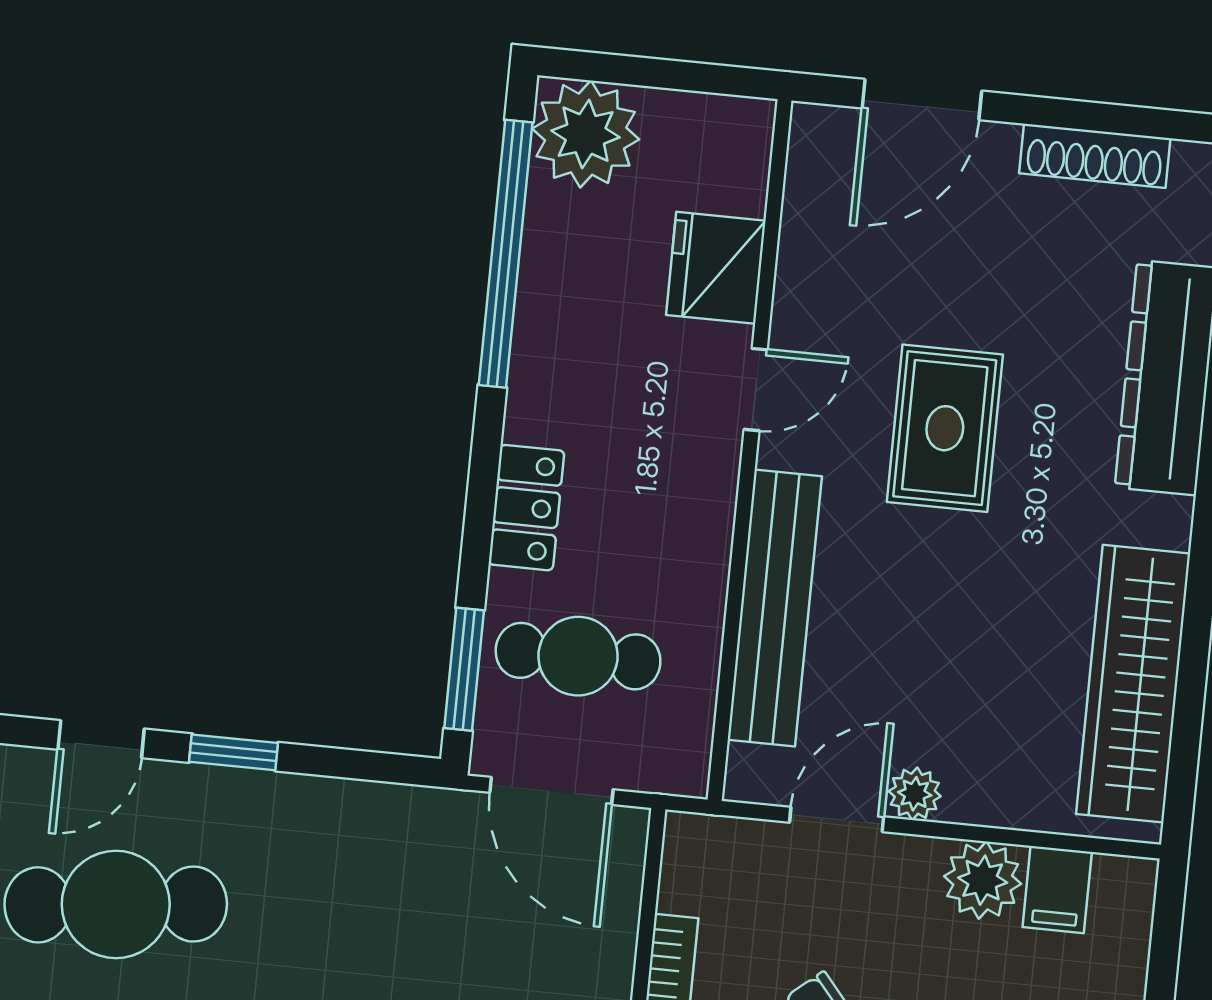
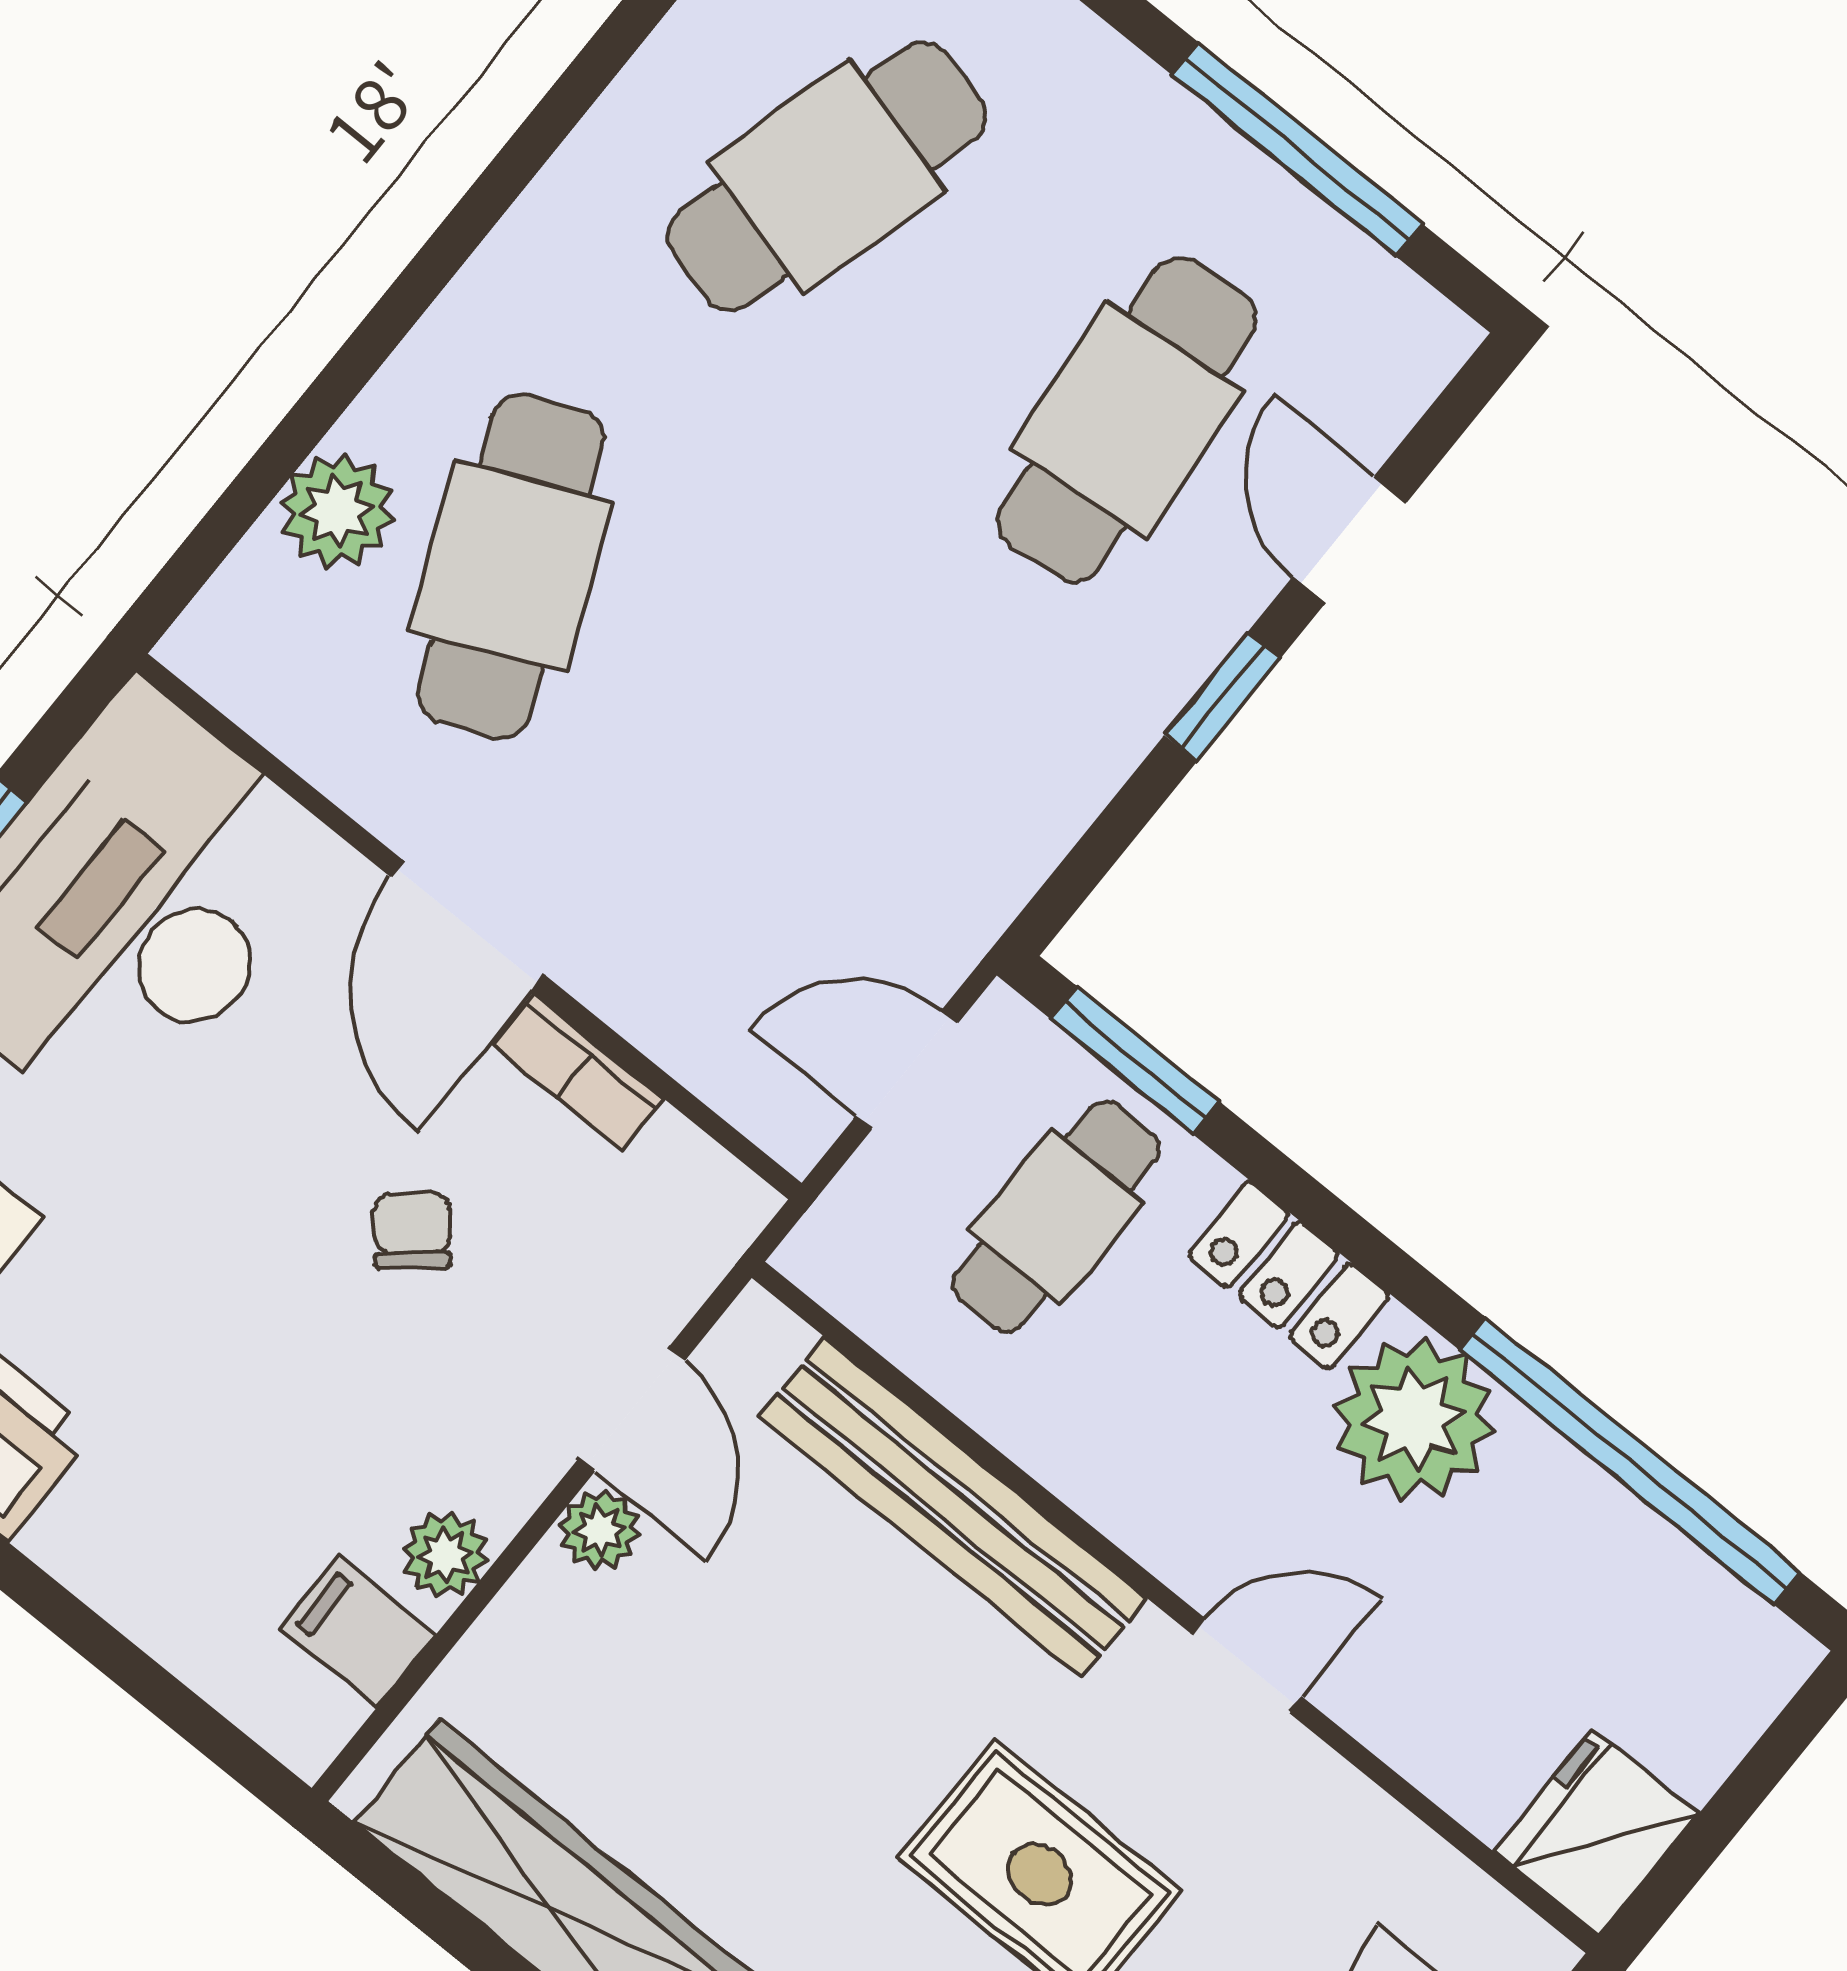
plant: (586, 134) -> (1414, 1419), moved
fridge: (716, 268) -> (1596, 1832), moved, turned -90
door: (756, 390) -> (1247, 1666), swing flipped
door: (551, 791) -> (907, 1070), width x0.73
plant: (983, 880) -> (445, 1555), width x0.73, depth x0.73

